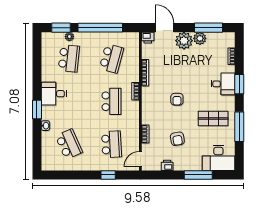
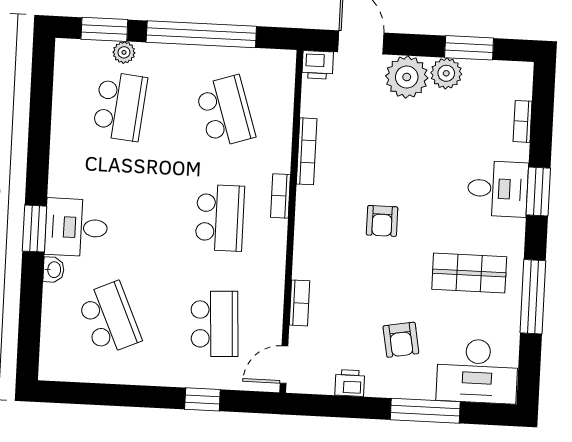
window: (209, 28) -> (469, 48), width x0.69
school desk: (111, 58) -> (225, 112), turned -33
desk: (54, 94) -> (76, 227), moved
armchair: (177, 139) -> (401, 340), moved

